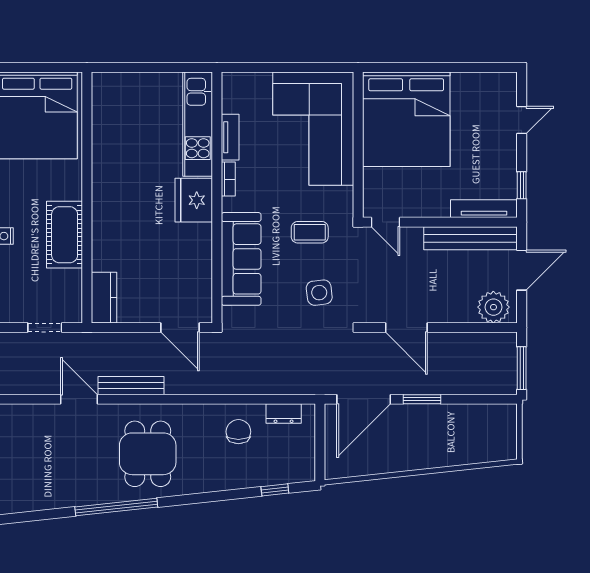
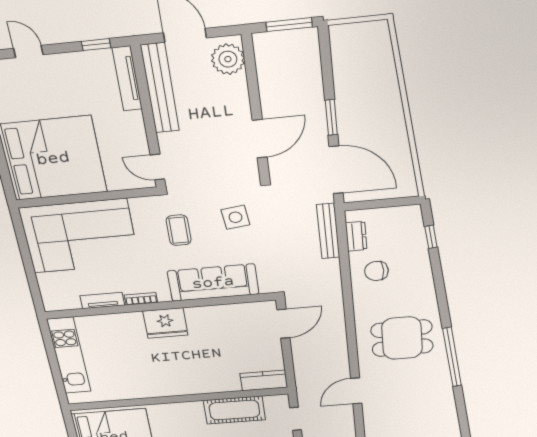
kitchen unit: (198, 124) -> (69, 356), moved, turned -90
door: (386, 222) -> (157, 167), swing flipped
cot: (65, 235) -> (234, 410), moved
bench: (131, 386) -> (328, 231), moved

